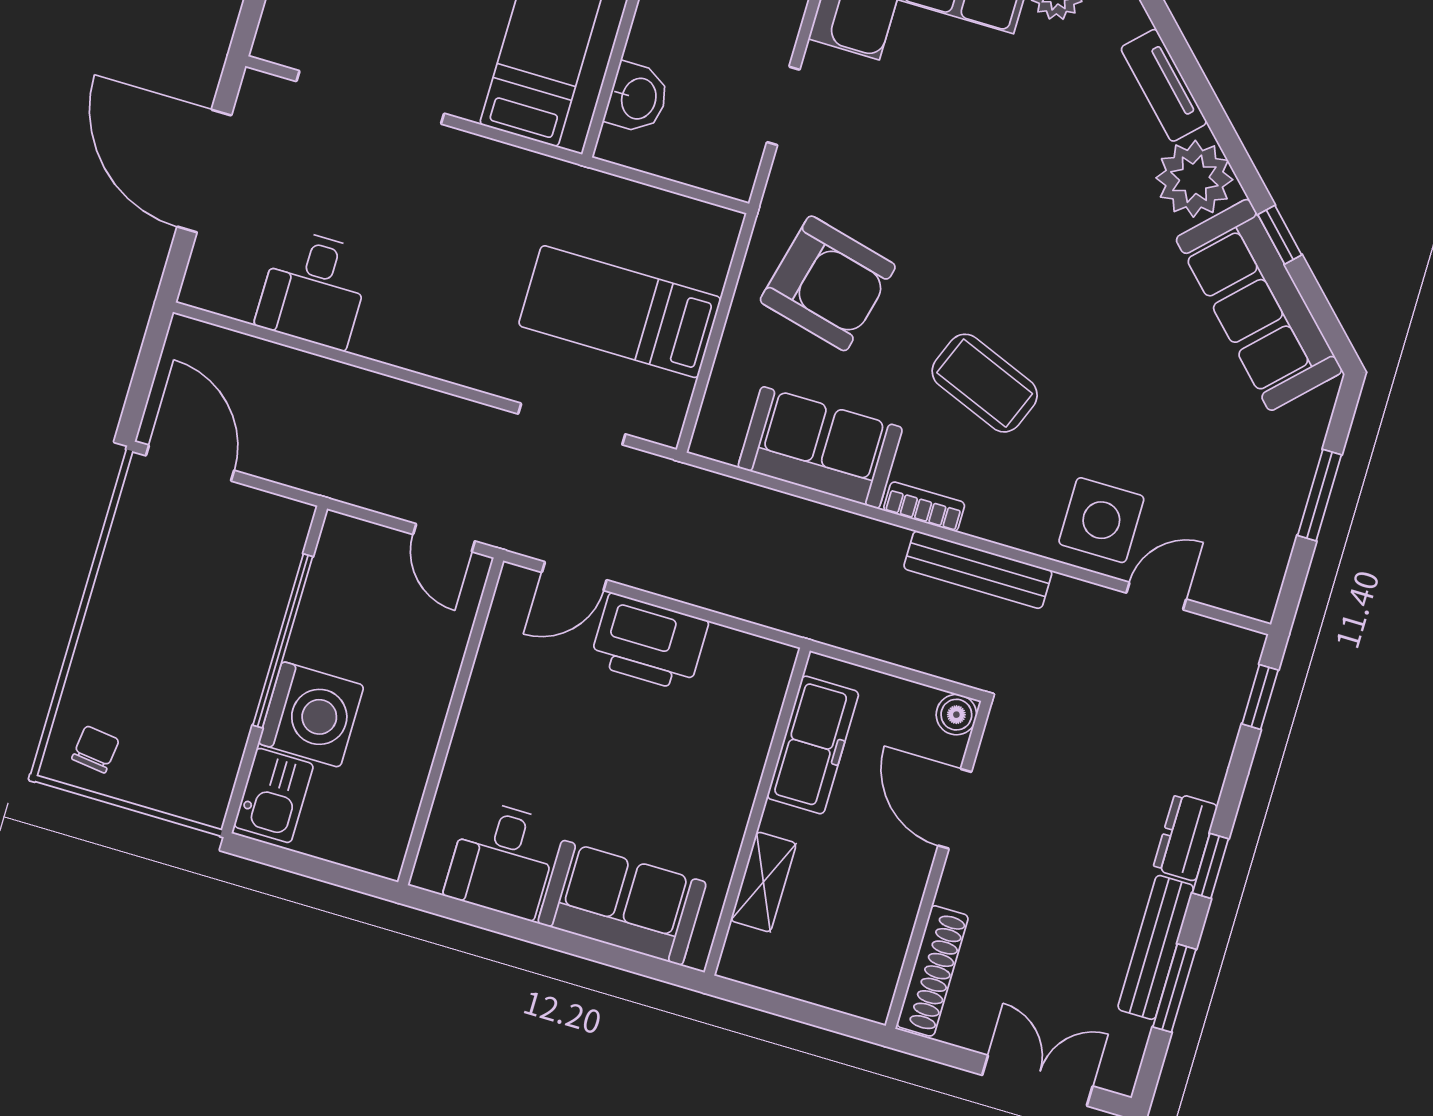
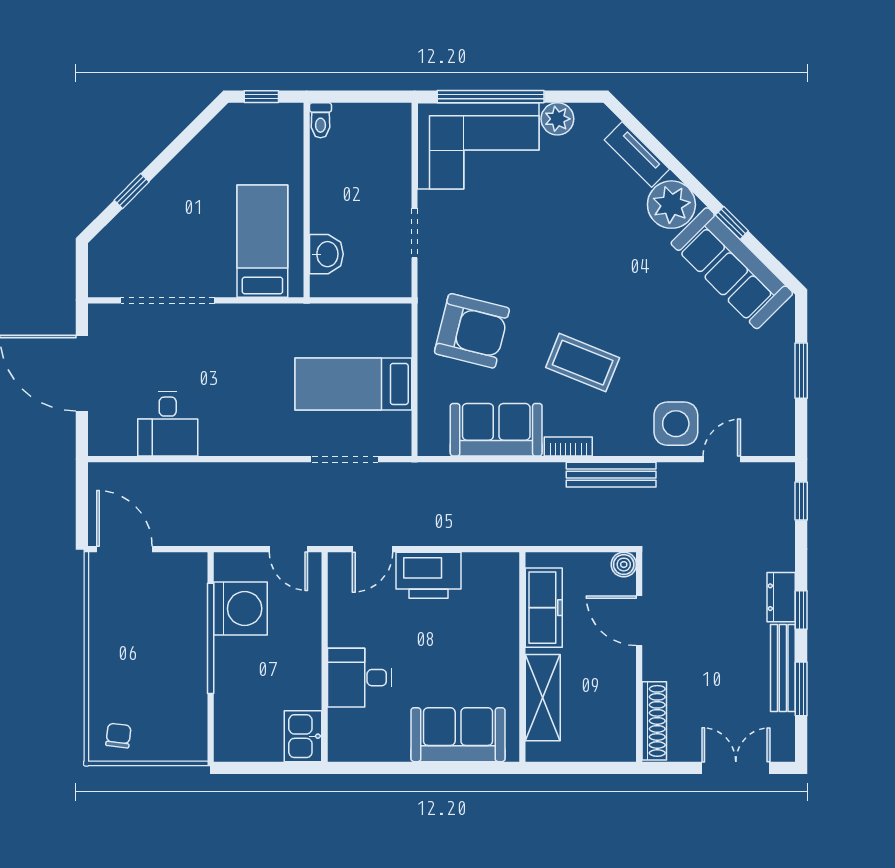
washing machine: (311, 714) -> (240, 609), moved
kitchen sink: (274, 795) -> (303, 736), moved, turned 180
desk: (502, 859) -> (359, 678), moved, turned 90
shelving: (763, 882) -> (543, 698), width x1.50, depth x1.33

